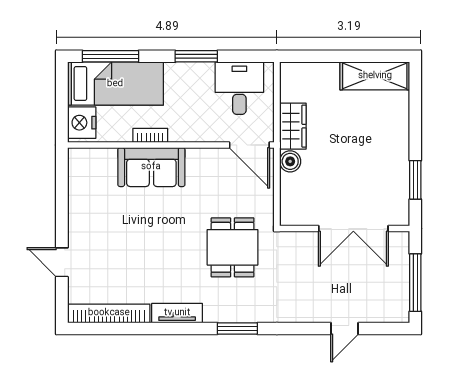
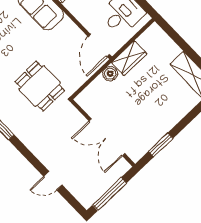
dining table: (233, 247) -> (40, 86), turned 90

